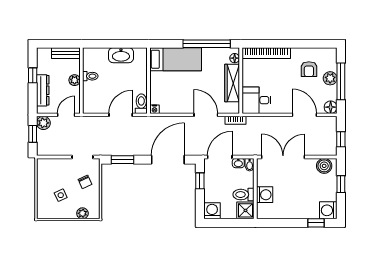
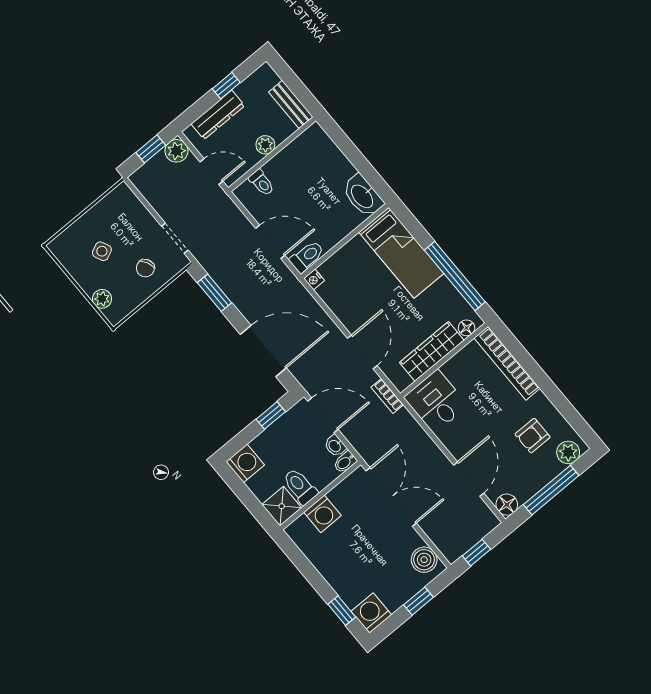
washbasin: (121, 55) -> (363, 196), moved
toilet: (90, 76) -> (262, 183), moved
plant: (330, 78) -> (568, 452), moved

